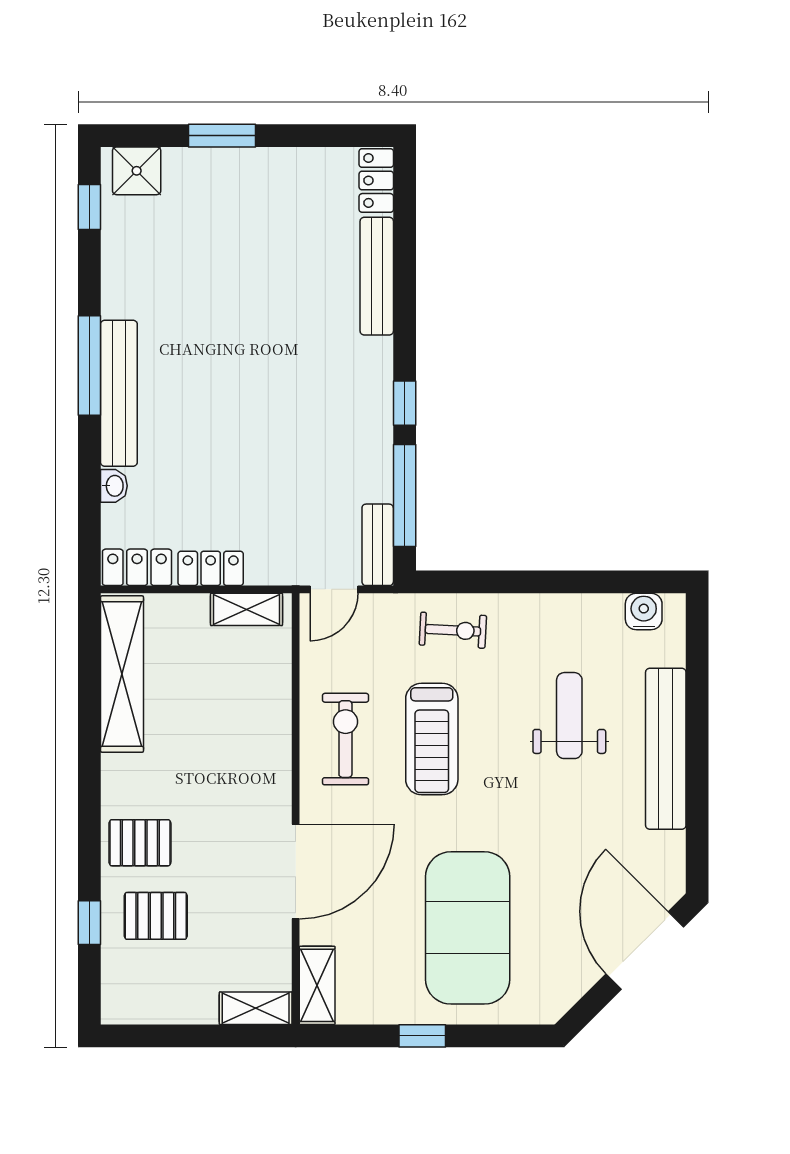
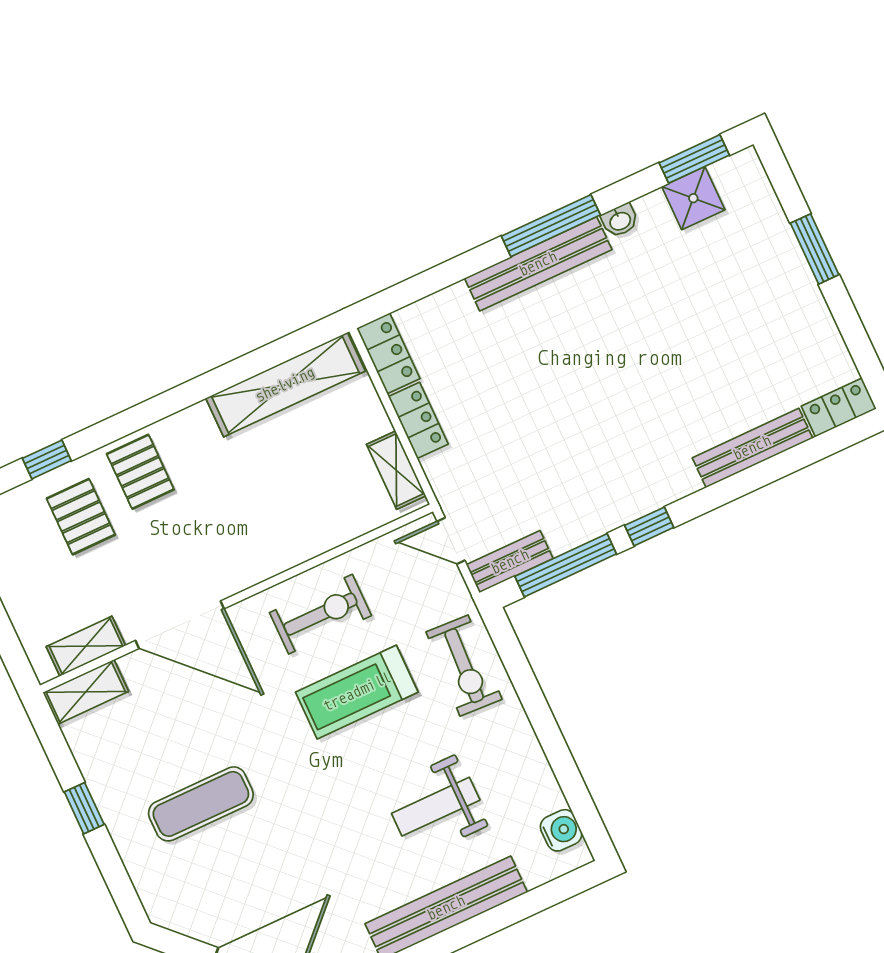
shower: (137, 171) -> (693, 198), moved
window: (89, 207) -> (694, 159), width x1.50
washbasin: (114, 486) -> (620, 220), moved
exercise bike: (453, 630) -> (464, 666), width x1.38, depth x1.39
weight bench: (569, 716) -> (436, 807), turned 180
exercise mat: (468, 928) -> (201, 804), width x0.50, depth x0.69
shelving: (256, 1008) -> (86, 646), moved, turned 90

